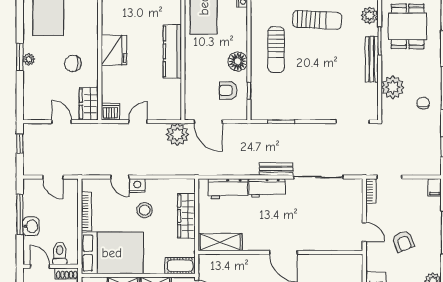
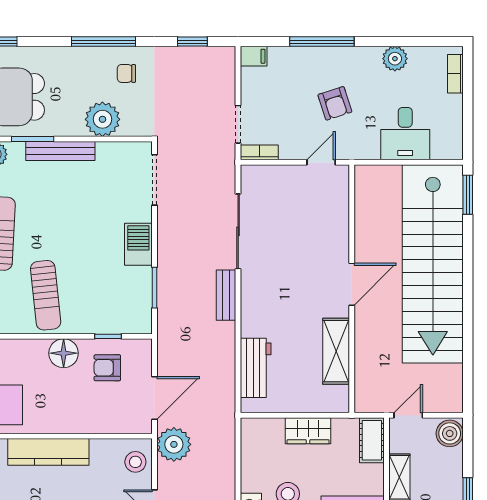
sun lounger: (276, 50) -> (46, 295), turned 84
armchair: (228, 90) -> (107, 368), turned 90
stool: (166, 109) -> (135, 462), added
barbecue: (310, 111) -> (138, 244), added
workbench: (267, 188) -> (255, 309), removed
wardrobe: (186, 216) -> (308, 431), width x0.67
armchair: (403, 241) -> (335, 103), turned 93
shelving: (220, 242) -> (336, 351), moved

